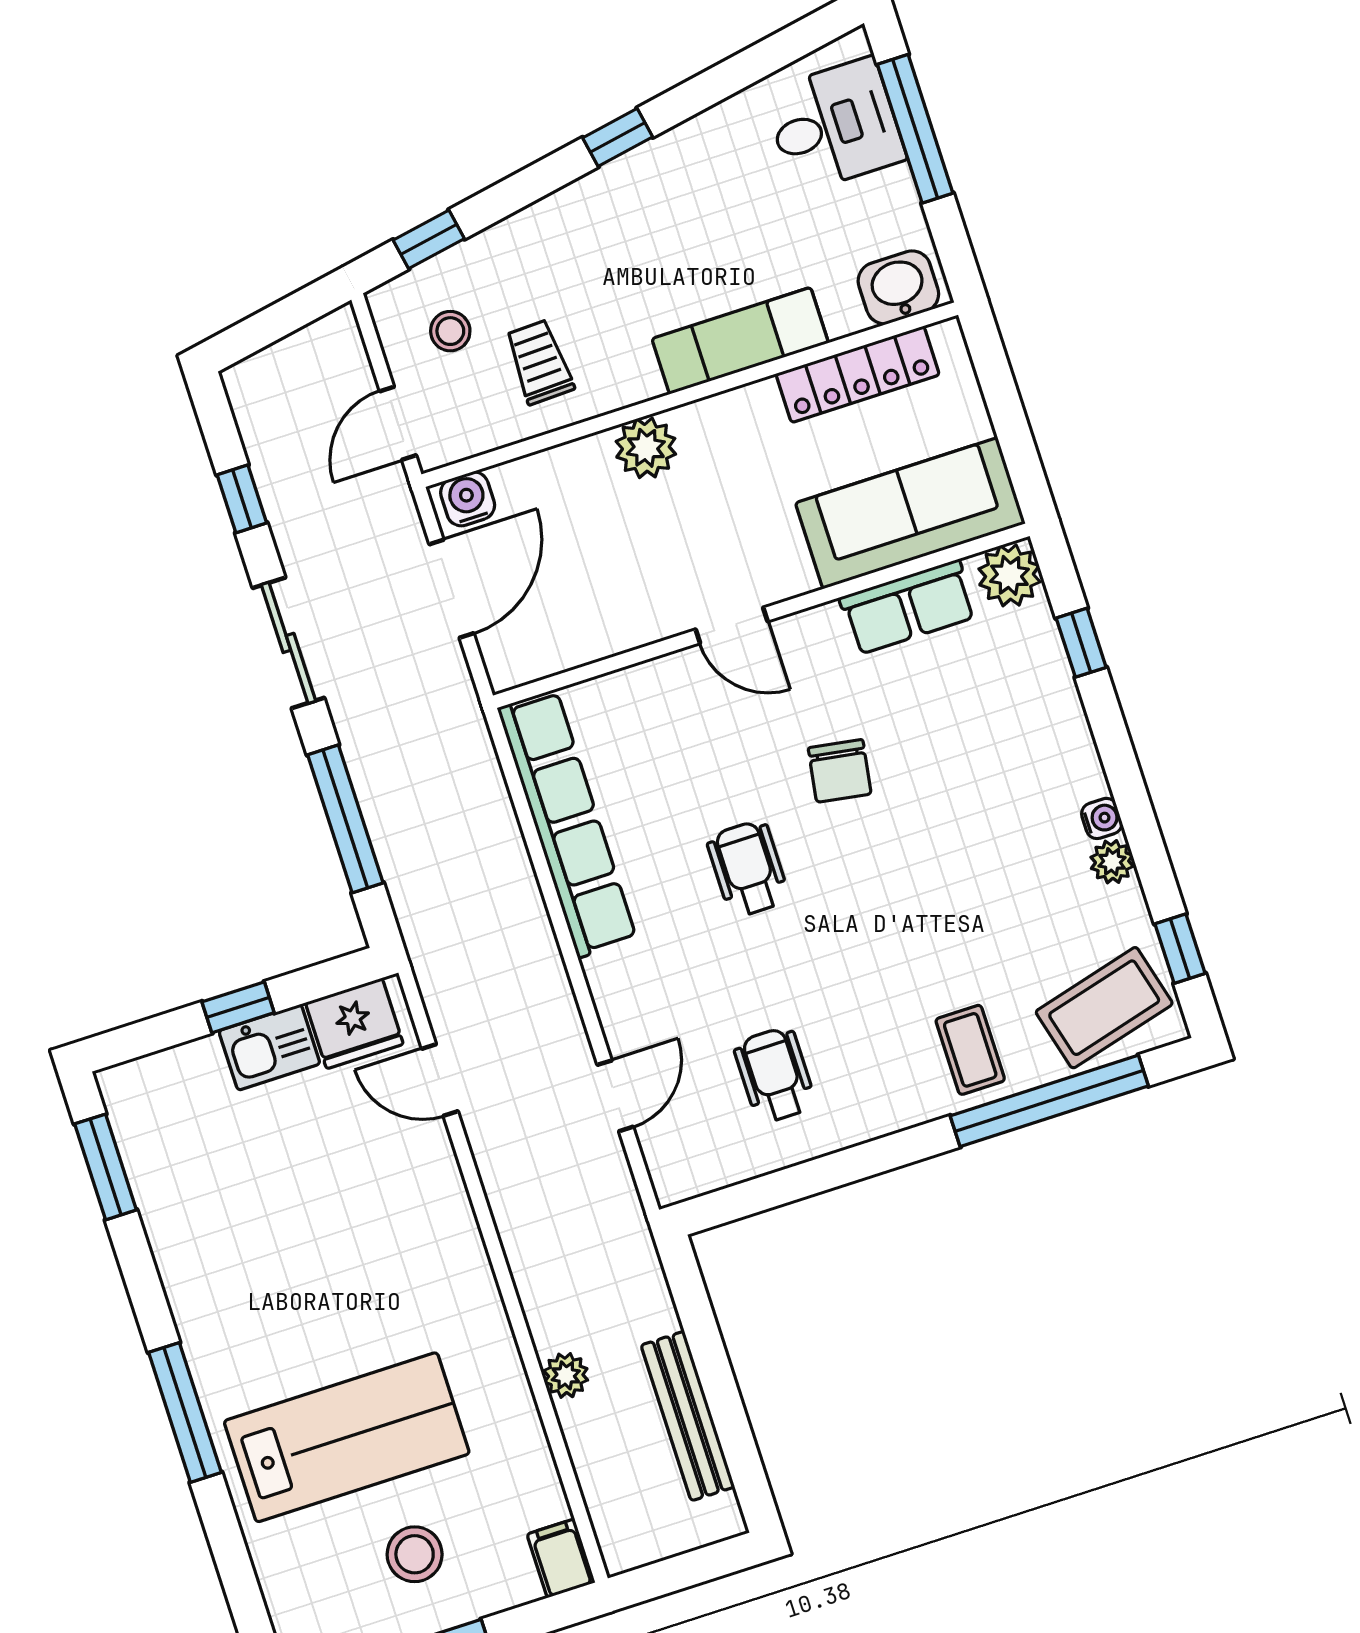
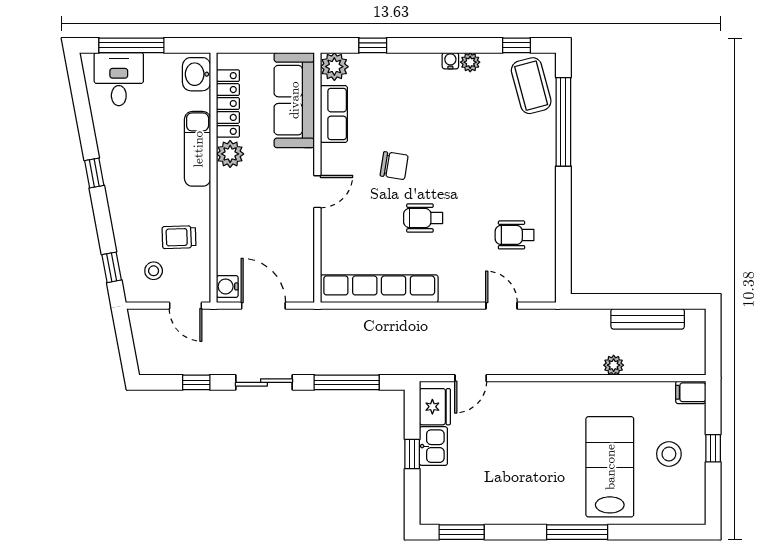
plant: (646, 448) -> (230, 154), moved
coffee table: (970, 1050) -> (531, 148), removed

